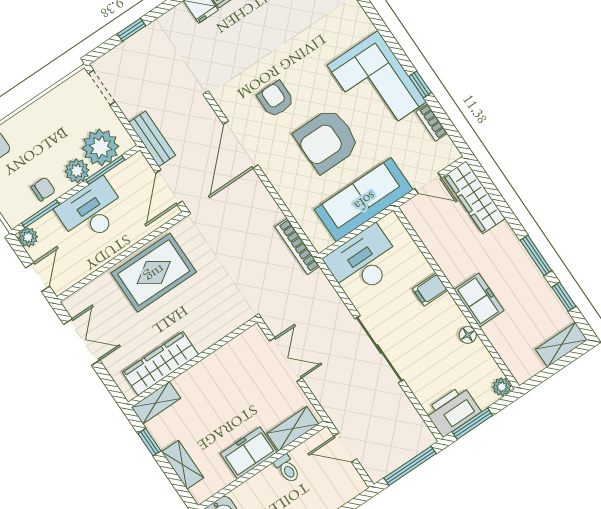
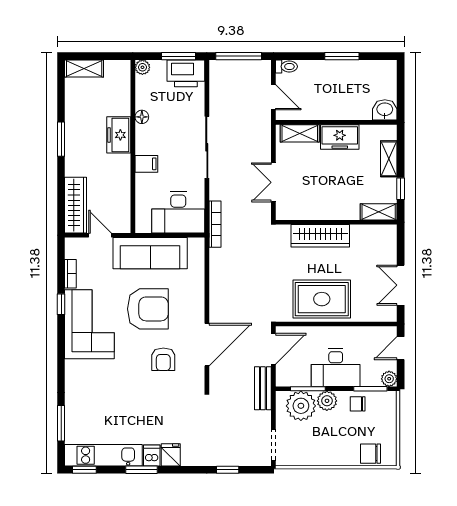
bookcase: (297, 247) -> (215, 224), moved
window: (564, 297) -> (61, 99), removed
wardrobe: (161, 364) -> (320, 236), moved
toilet: (287, 469) -> (286, 67), moved, turned 90

